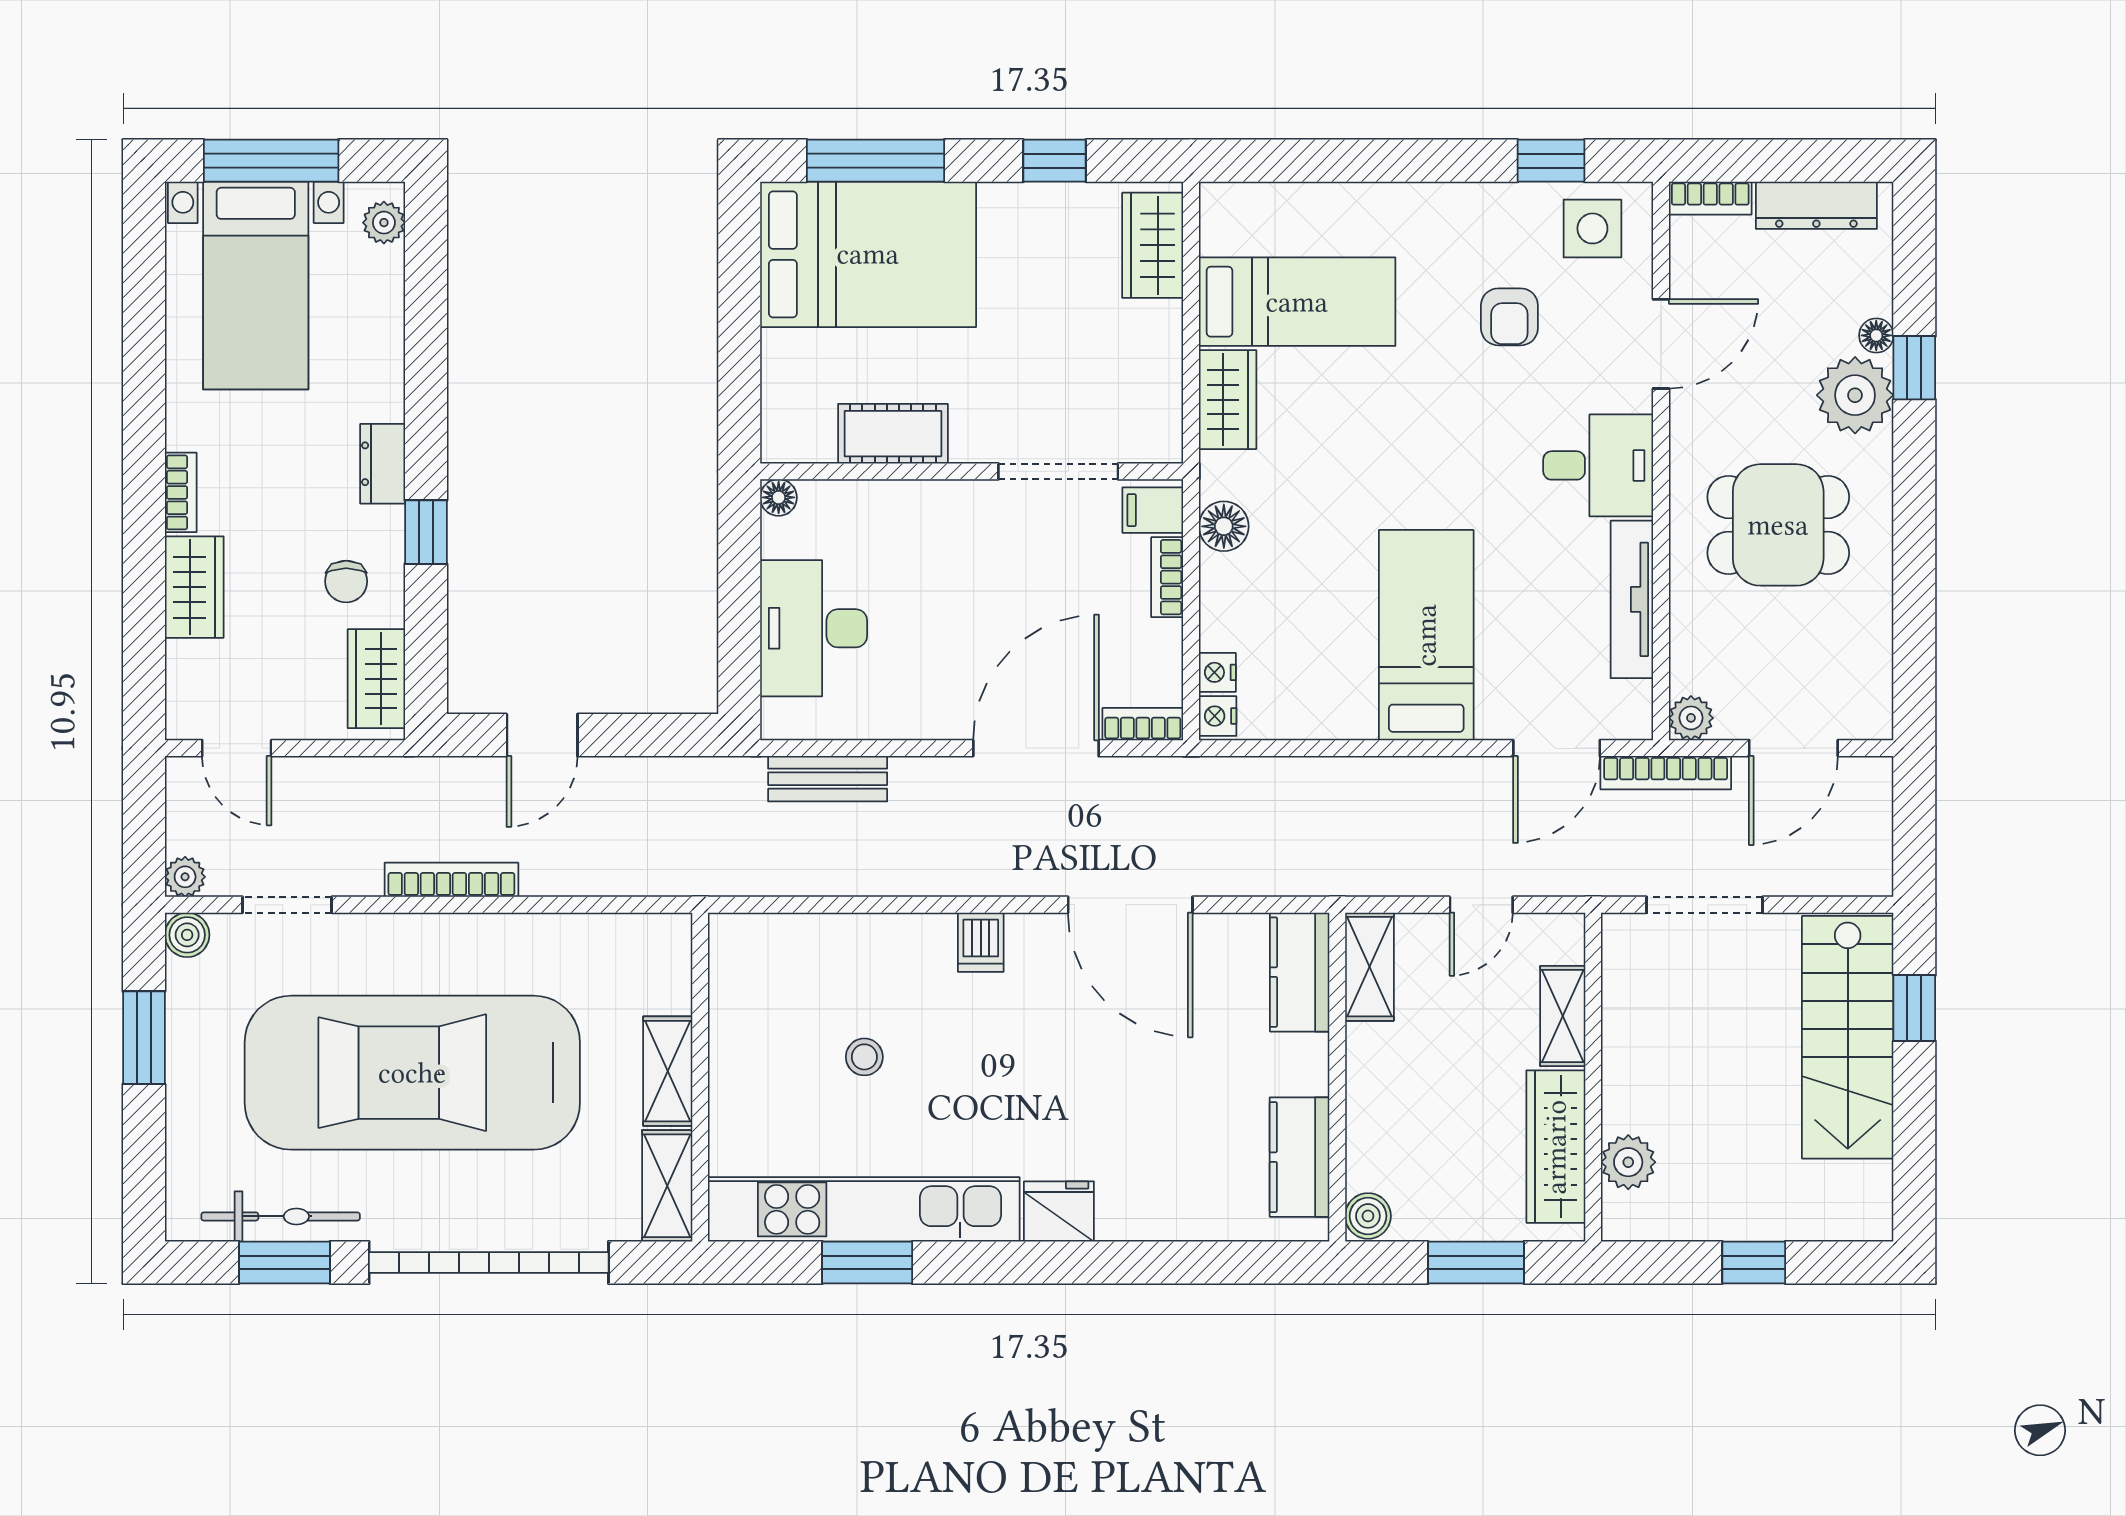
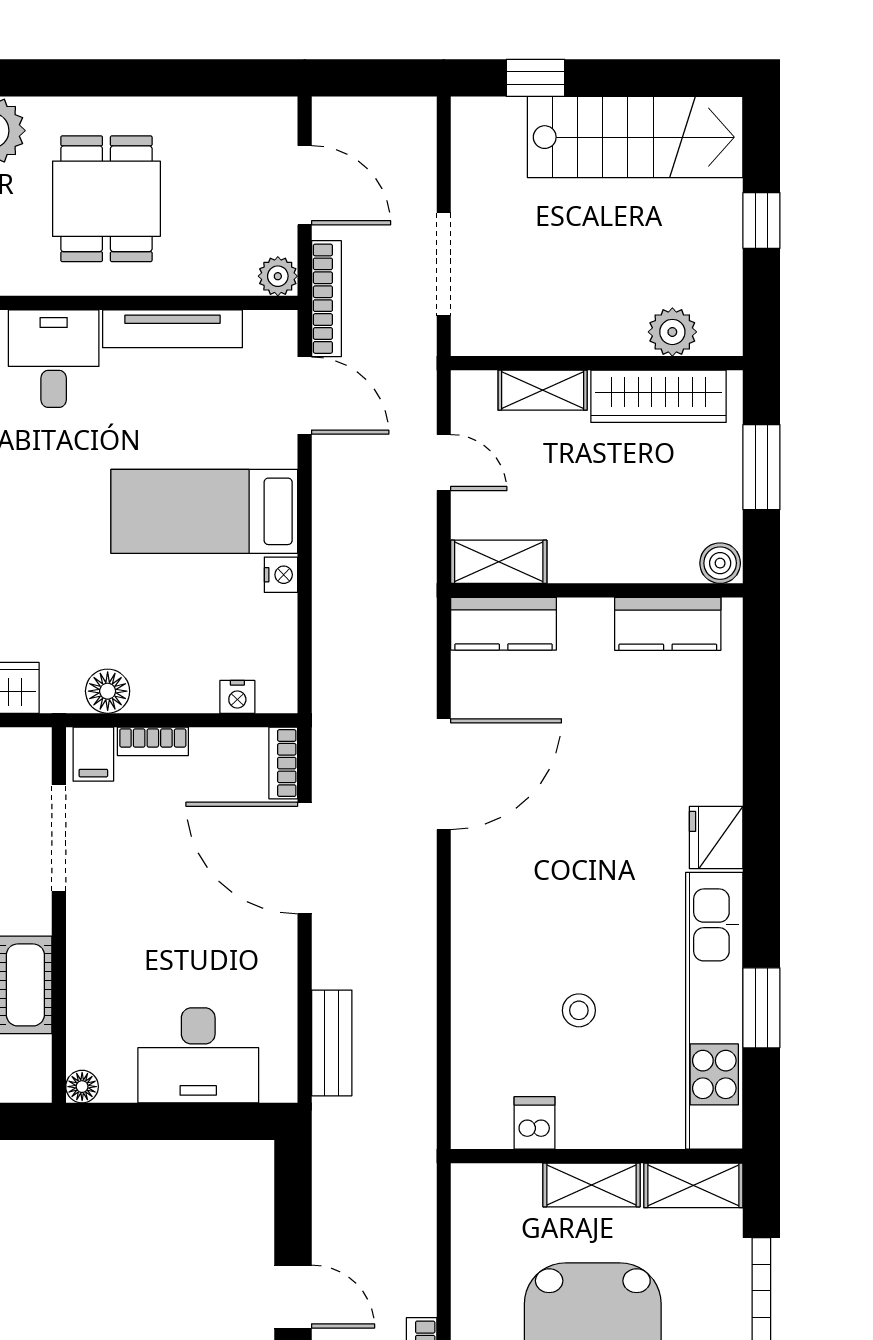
nightstand: (1218, 716) -> (281, 575), moved, turned -90
dishwasher: (981, 942) -> (535, 1123), moved, turned -90
stairs: (1848, 1037) -> (635, 137), moved

